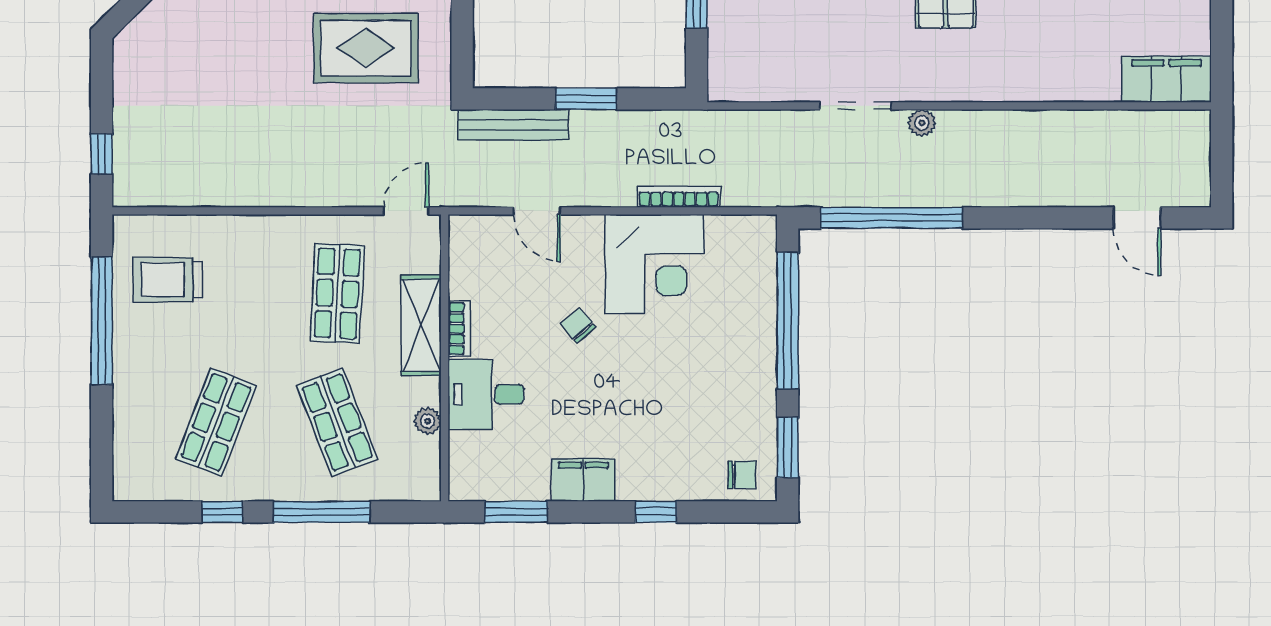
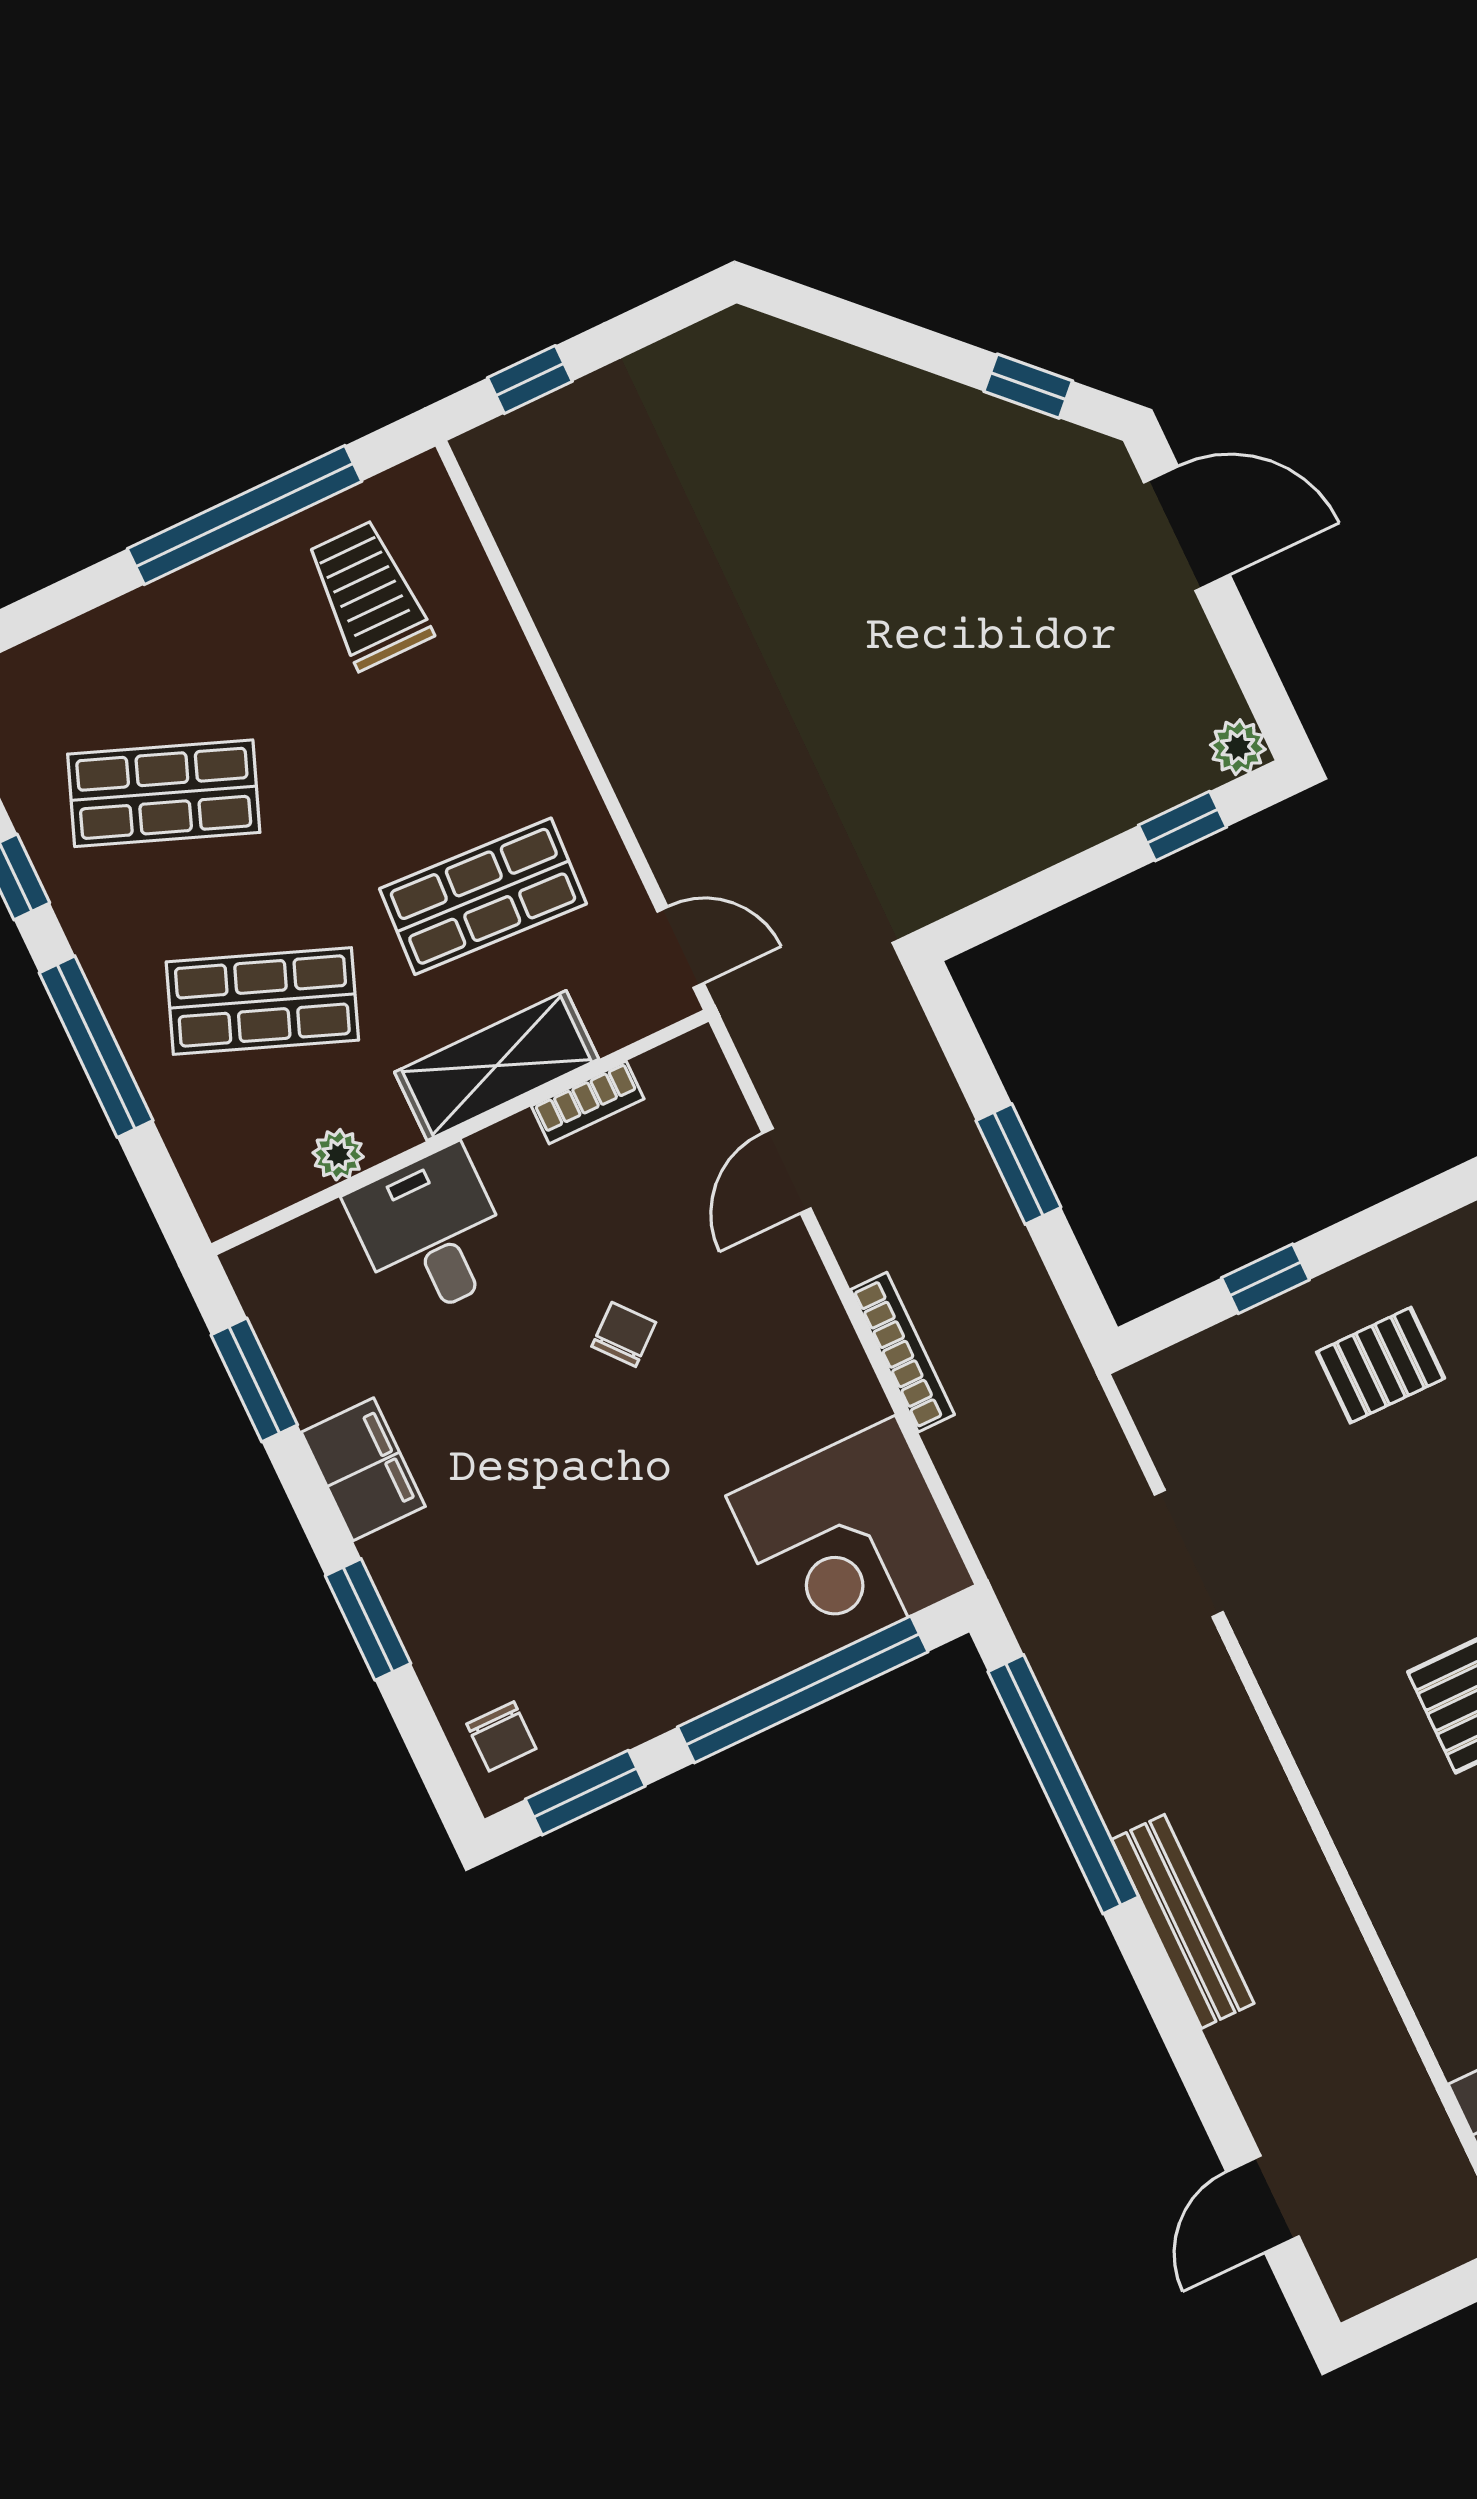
rug: (366, 48) -> (926, 746), removed
doorway: (856, 106) -> (1189, 1553), moved
plant: (922, 123) -> (1250, 1759), removed
bench: (513, 125) -> (1183, 1921), moved
bookcase: (679, 197) -> (902, 1352), moved
corner desk: (654, 264) -> (851, 1540), moved
bookcase: (459, 329) -> (588, 1102), moved
shop shelf: (337, 422) -> (262, 1001), turned 42
window: (656, 512) -> (368, 1619), width x1.50

